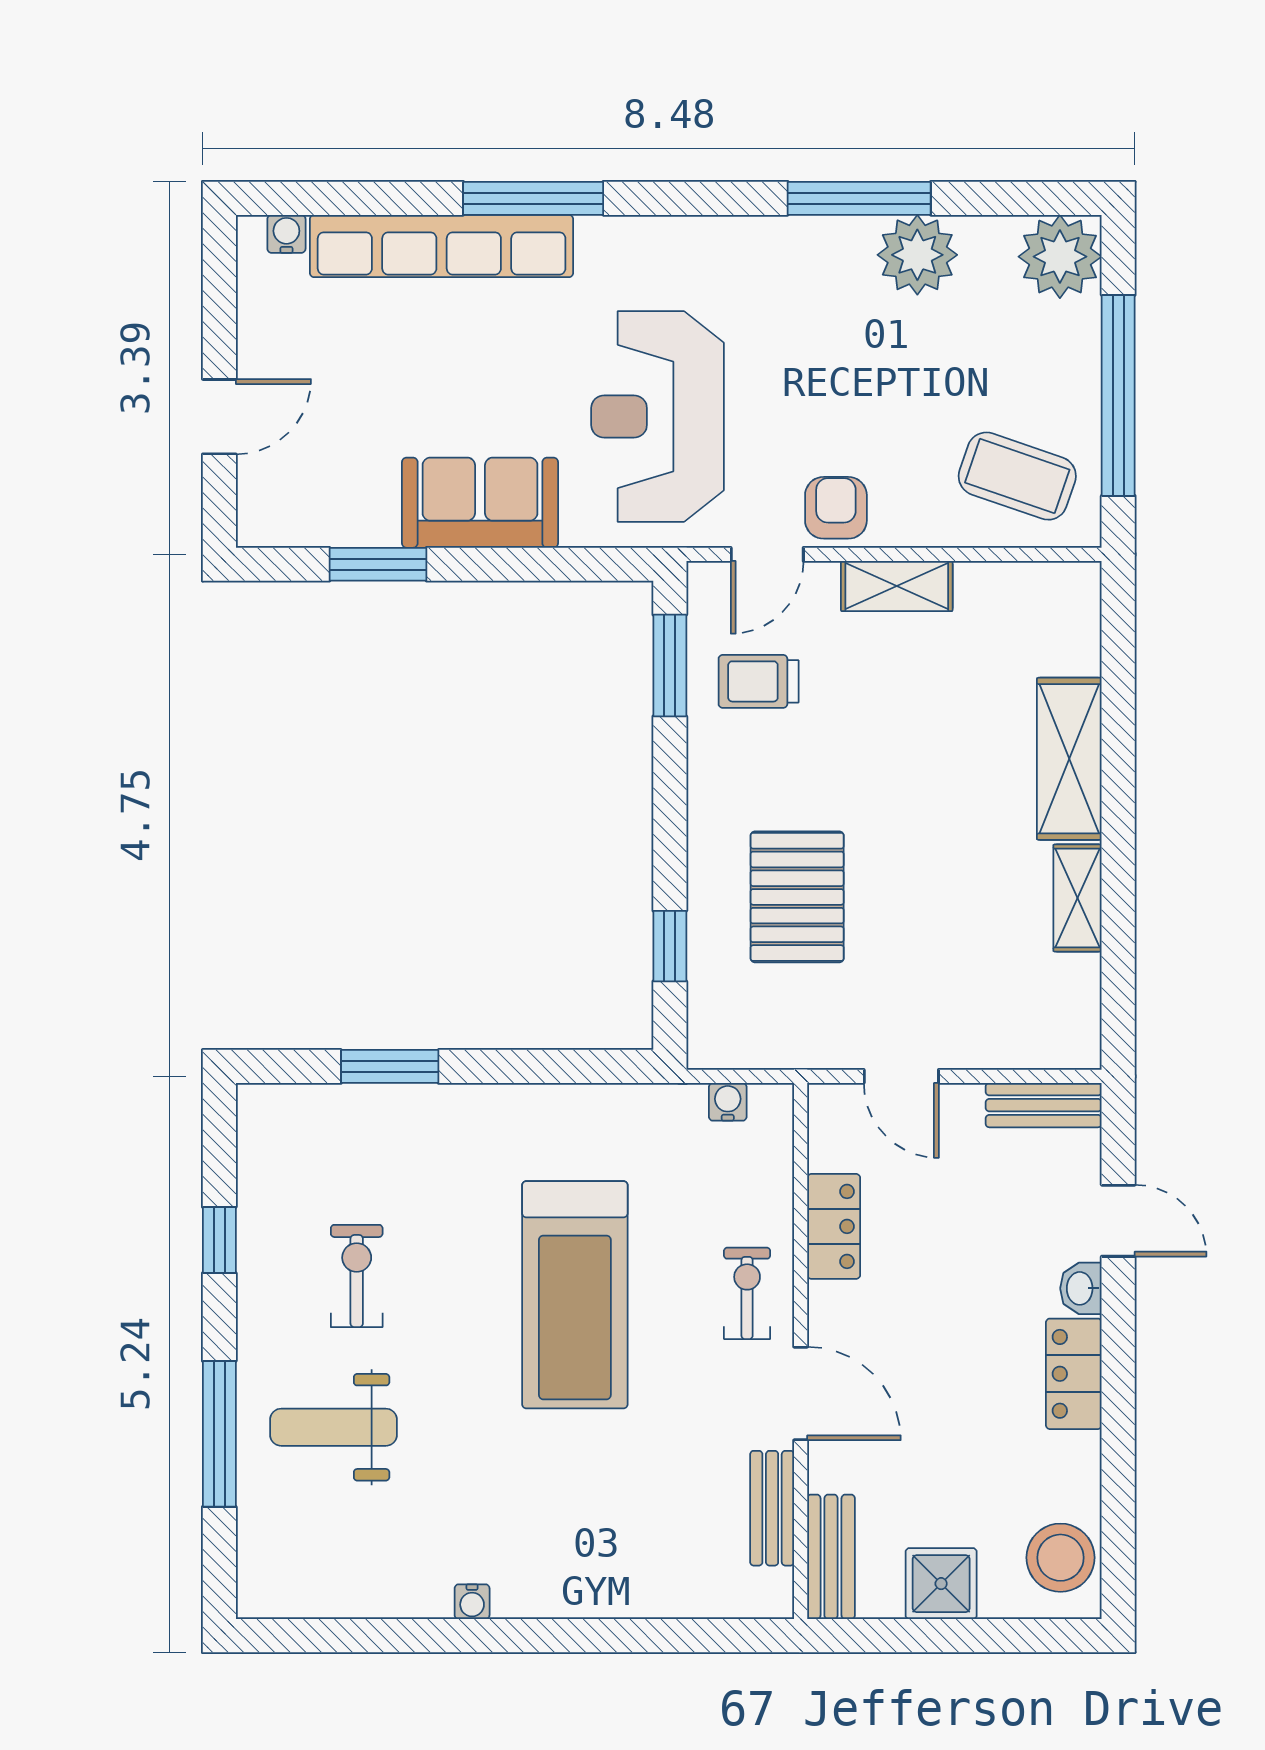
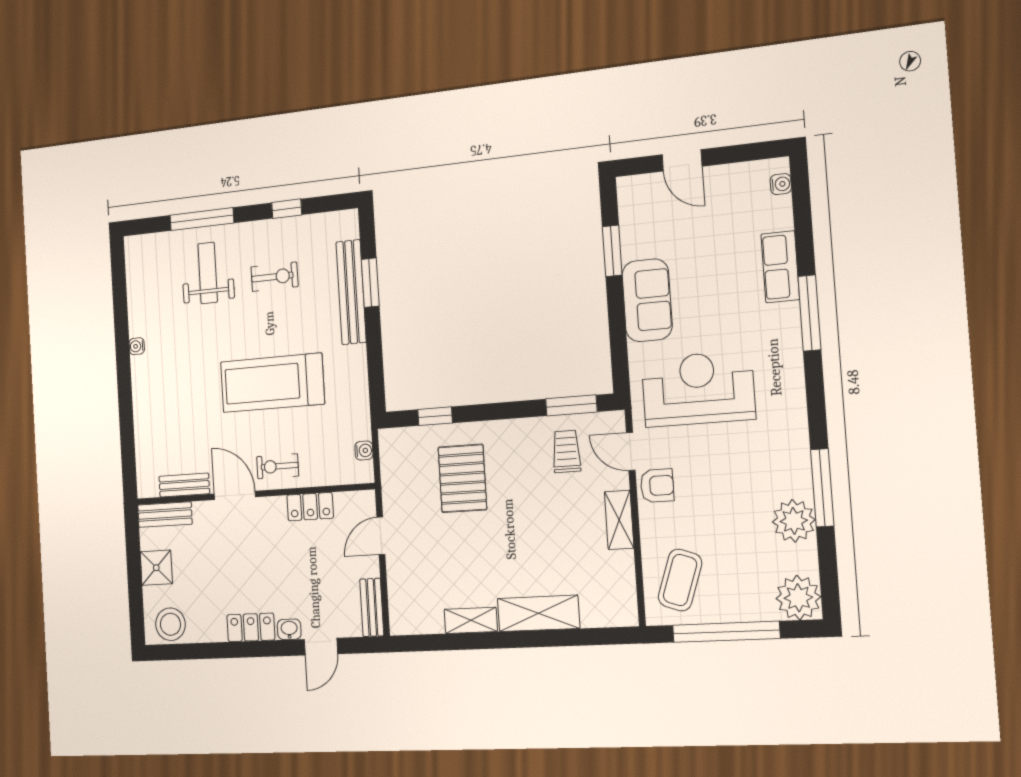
row of seats: (442, 246) -> (780, 267), width x0.50
pallet: (797, 897) -> (462, 478), turned 90
bench: (405, 1109) -> (351, 292), added
exercise bike: (747, 1293) -> (278, 466), turned 180
door: (801, 1393) -> (235, 495), swing flipped

